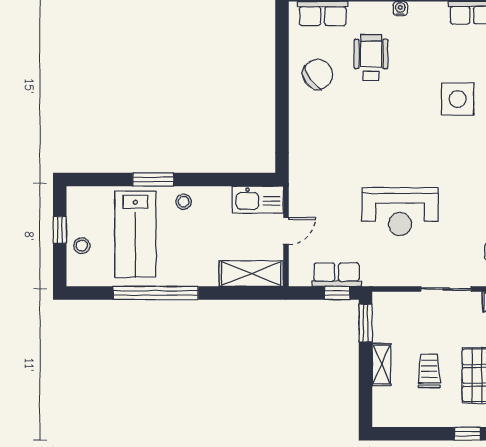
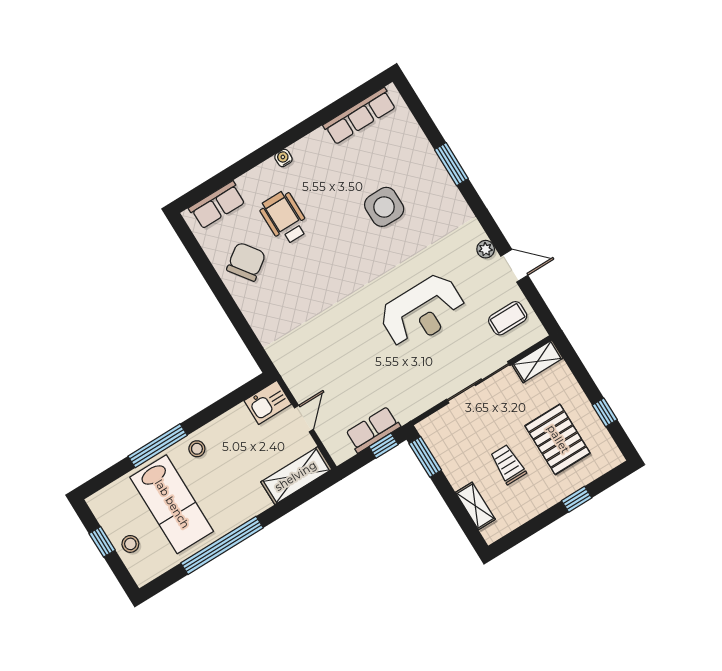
window: (153, 180) -> (158, 446), width x1.44
kitchen sink: (258, 200) -> (268, 402), width x0.73
reception desk: (400, 212) -> (422, 311), moved
sliding door: (446, 289) -> (478, 382), width x1.37
shelving: (382, 365) -> (475, 506), moved

